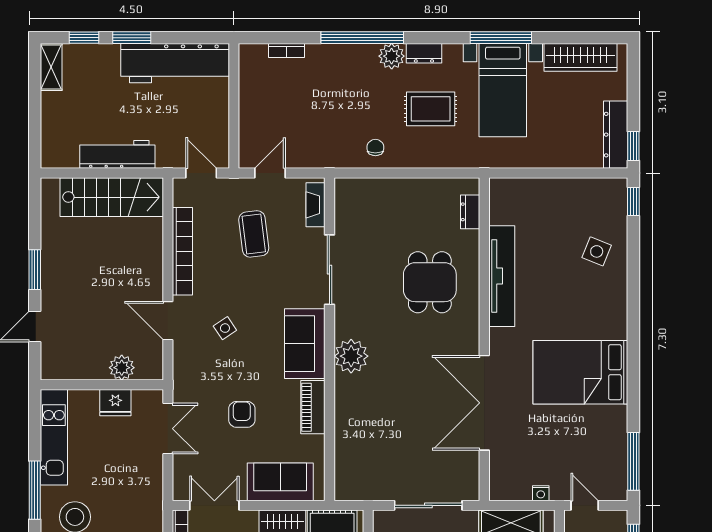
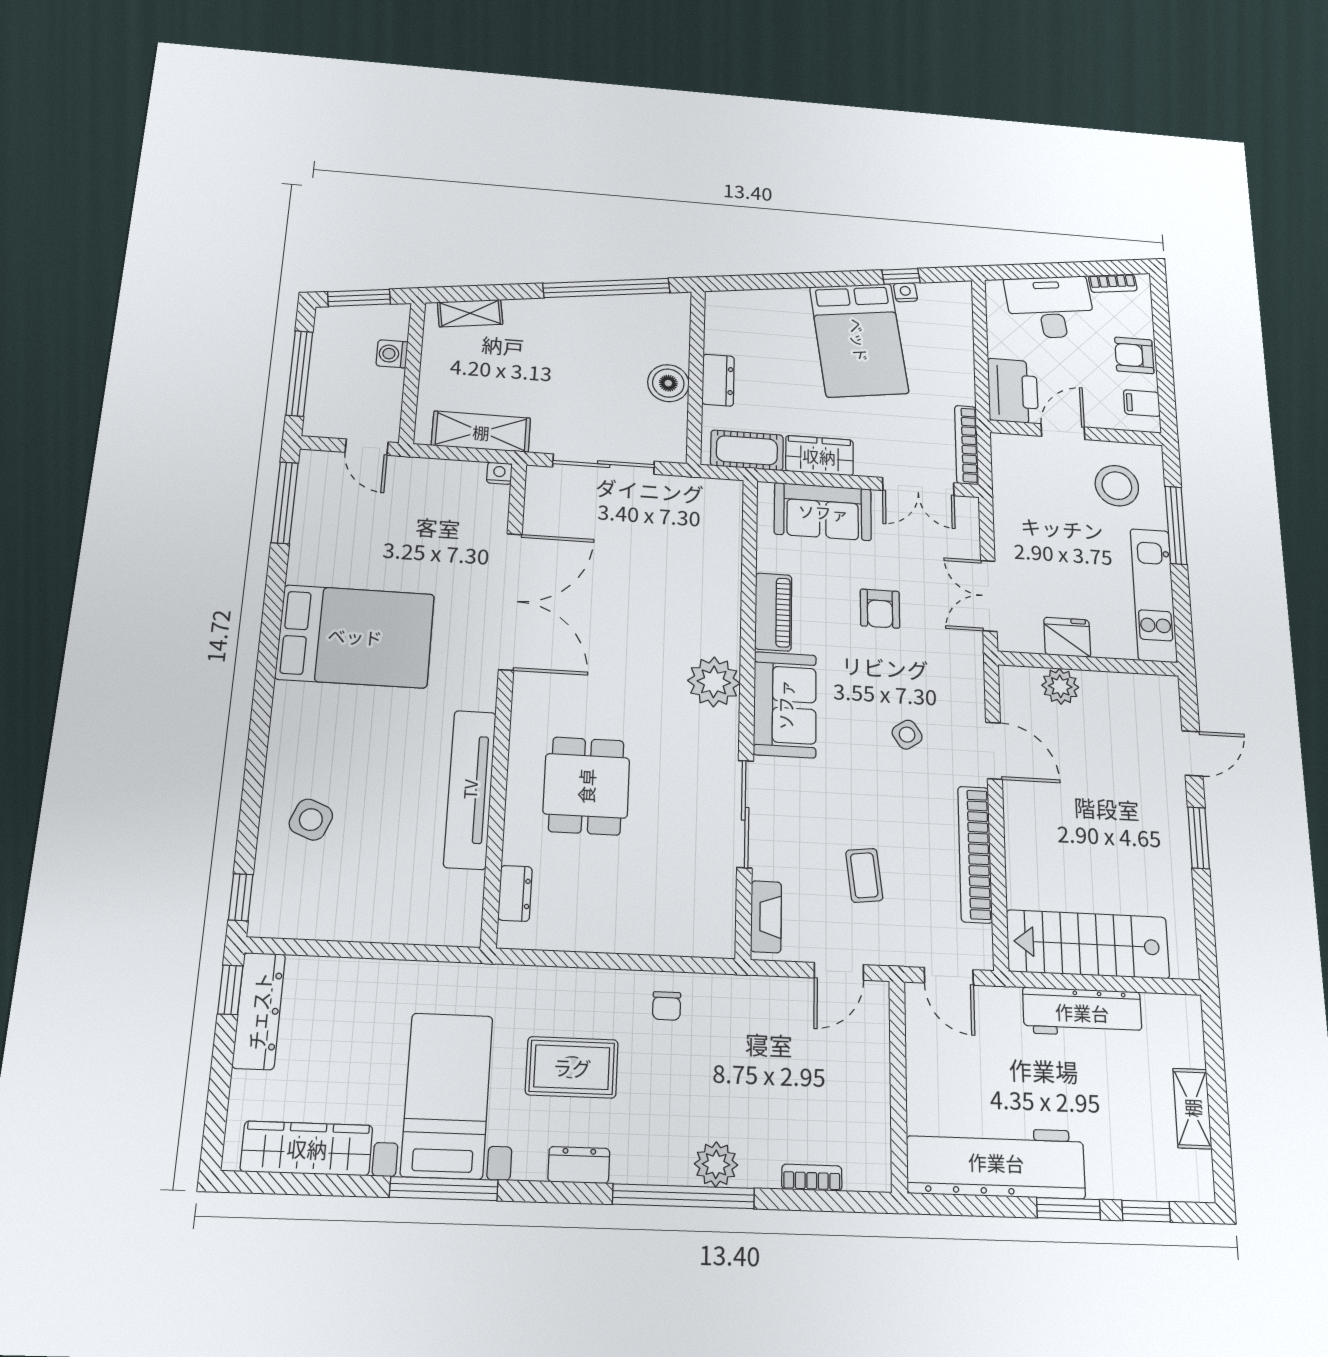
plant: (392, 56) -> (716, 1164), moved
shelving: (51, 67) -> (1192, 1108), moved
coffee table: (254, 234) -> (864, 875), width x0.73, depth x0.77
nightstand: (541, 493) -> (499, 473), moved

